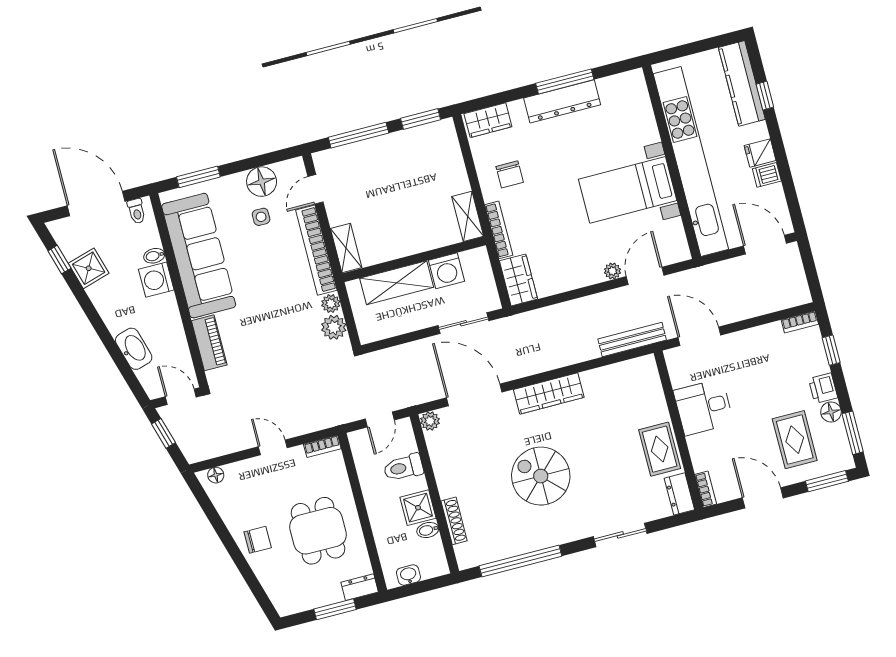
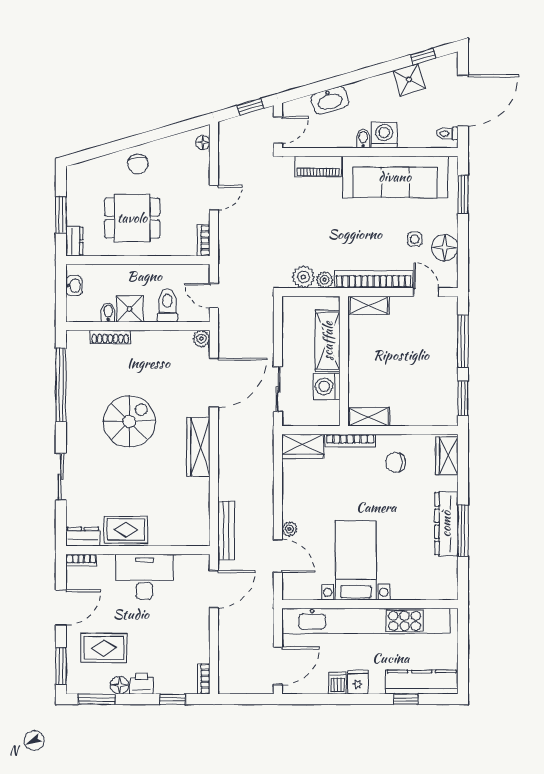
bidet: (154, 256) -> (363, 139), moved
desk: (704, 407) -> (144, 577), width x1.37

